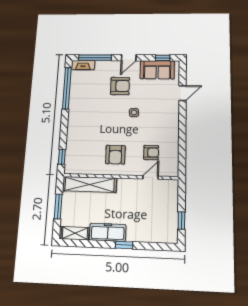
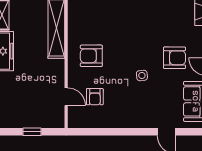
armchair: (120, 86) -> (175, 58), turned -90
window: (181, 221) -> (32, 132), moved

